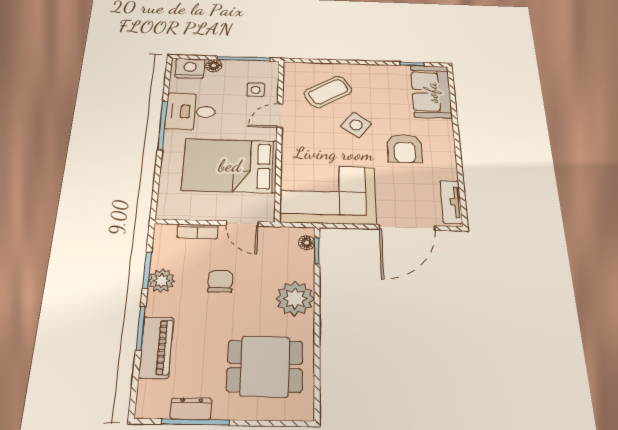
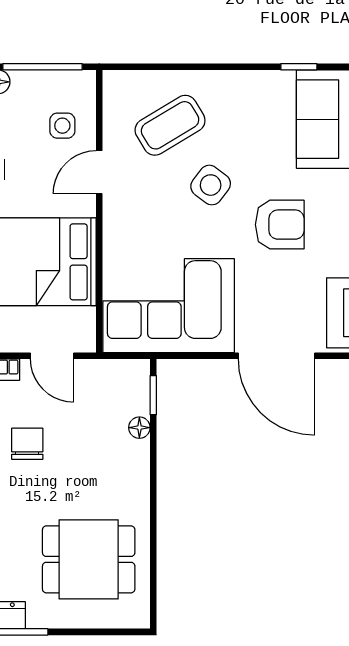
armchair: (405, 149) -> (280, 225), turned -90
door: (407, 228) -> (276, 356), hinge flipped
floor lamp: (307, 243) -> (139, 428), moved
plant: (295, 299) -> (125, 466), removed

